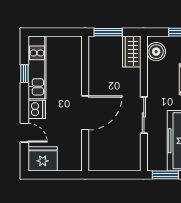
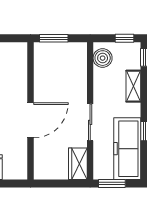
wardrobe: (132, 52) -> (78, 164), moved

